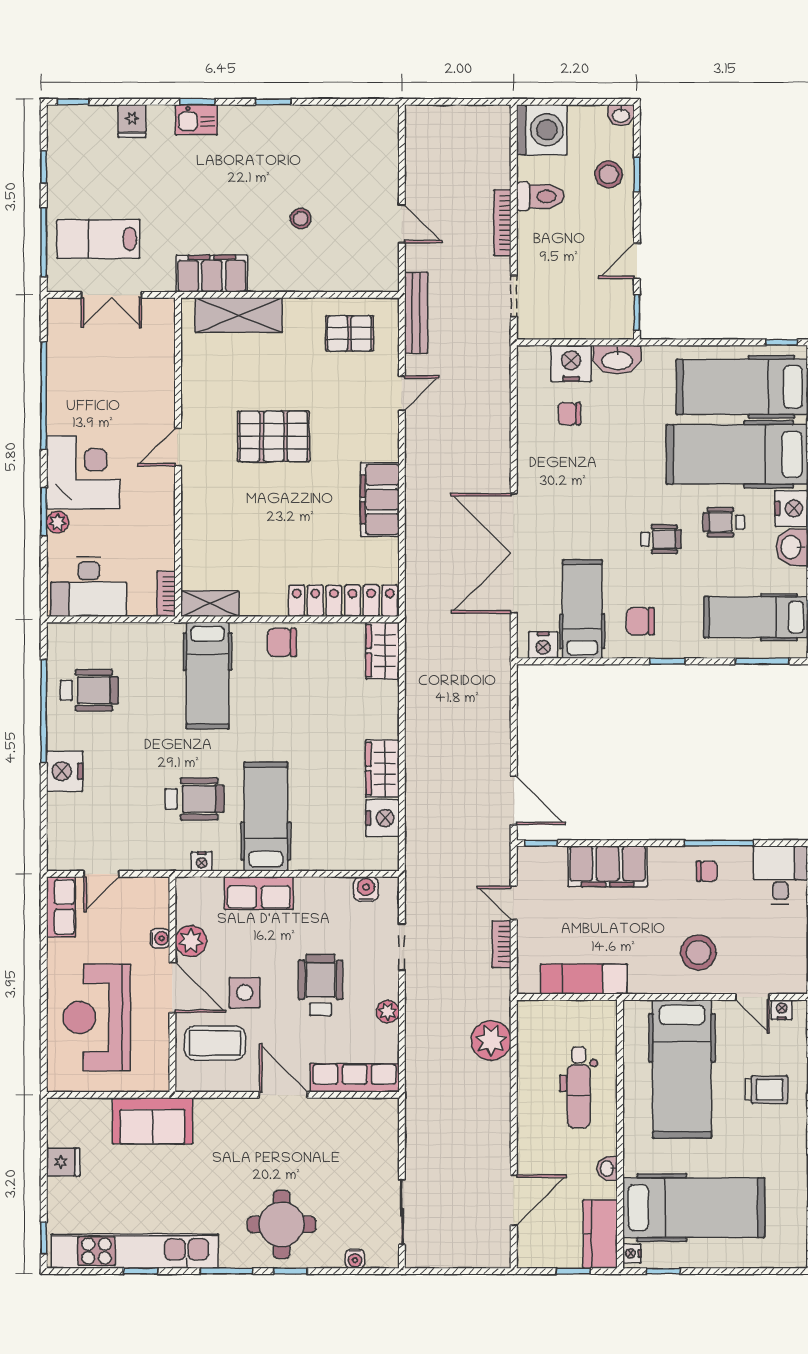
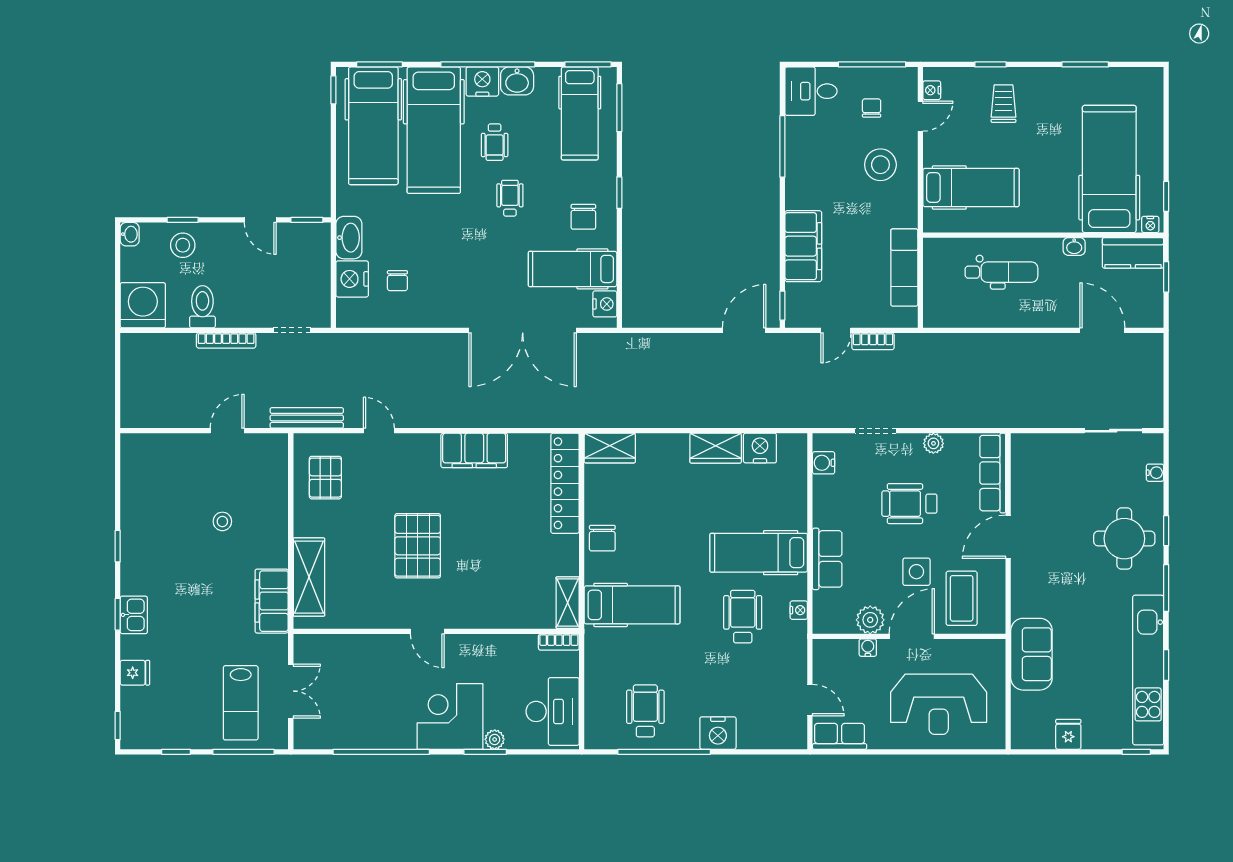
chair: (707, 871) -> (872, 108), moved
plant: (491, 1040) -> (959, 351), removed
hospital bed: (682, 1069) -> (971, 187), width x0.73, depth x0.78

